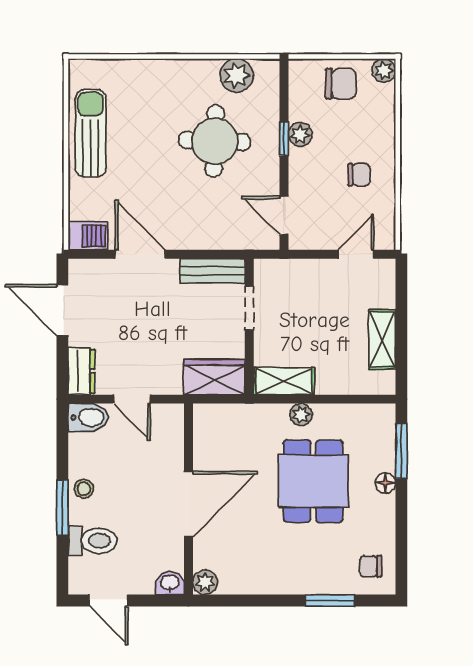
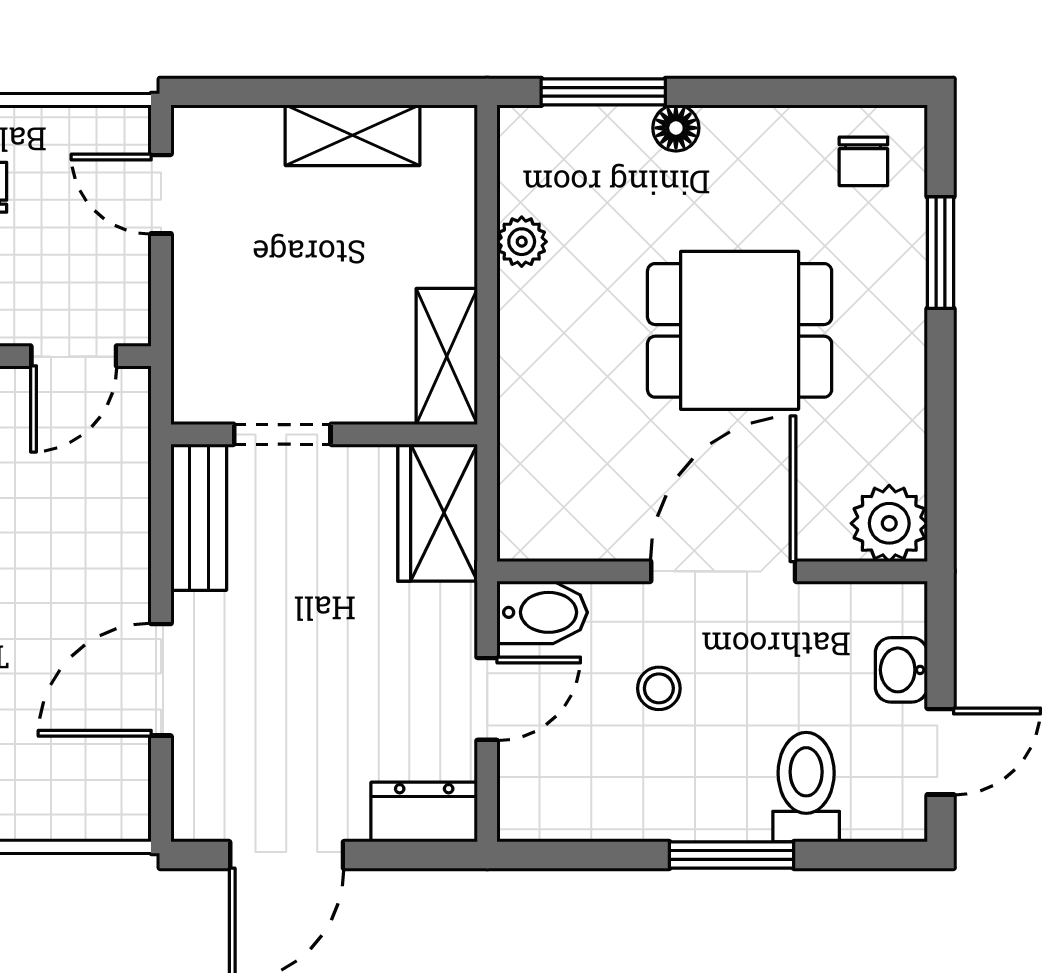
barbecue: (88, 236) -> (120, 797), removed
plant: (301, 414) -> (522, 242), moved
bidet: (88, 417) -> (542, 612), moved, turned 90
dining table: (313, 481) -> (740, 330), moved
stool: (84, 489) -> (659, 688), moved
door: (188, 504) -> (723, 571), hinge flipped
plant: (205, 582) -> (889, 523), width x1.38, depth x1.38
washbasin: (170, 583) -> (901, 670), moved

